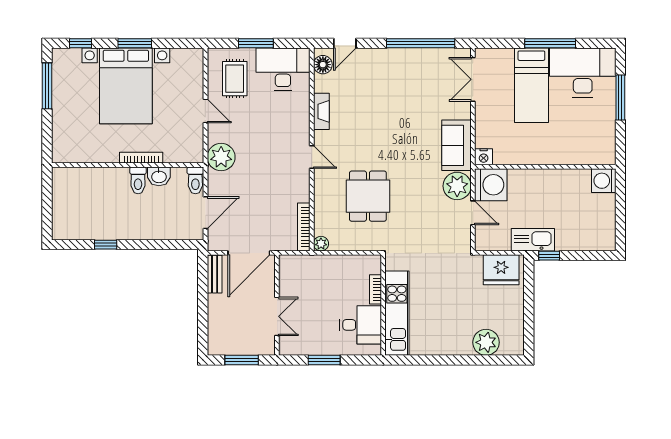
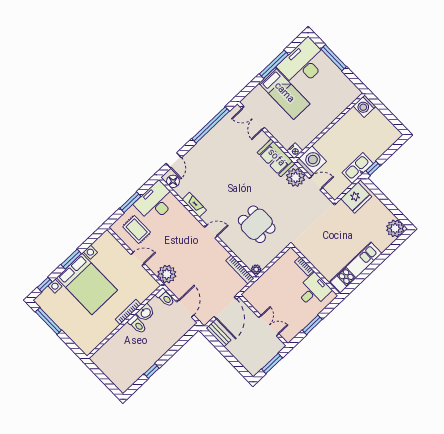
kitchen unit: (397, 313) -> (356, 267), moved, turned -90
plant: (486, 342) -> (395, 228), moved

